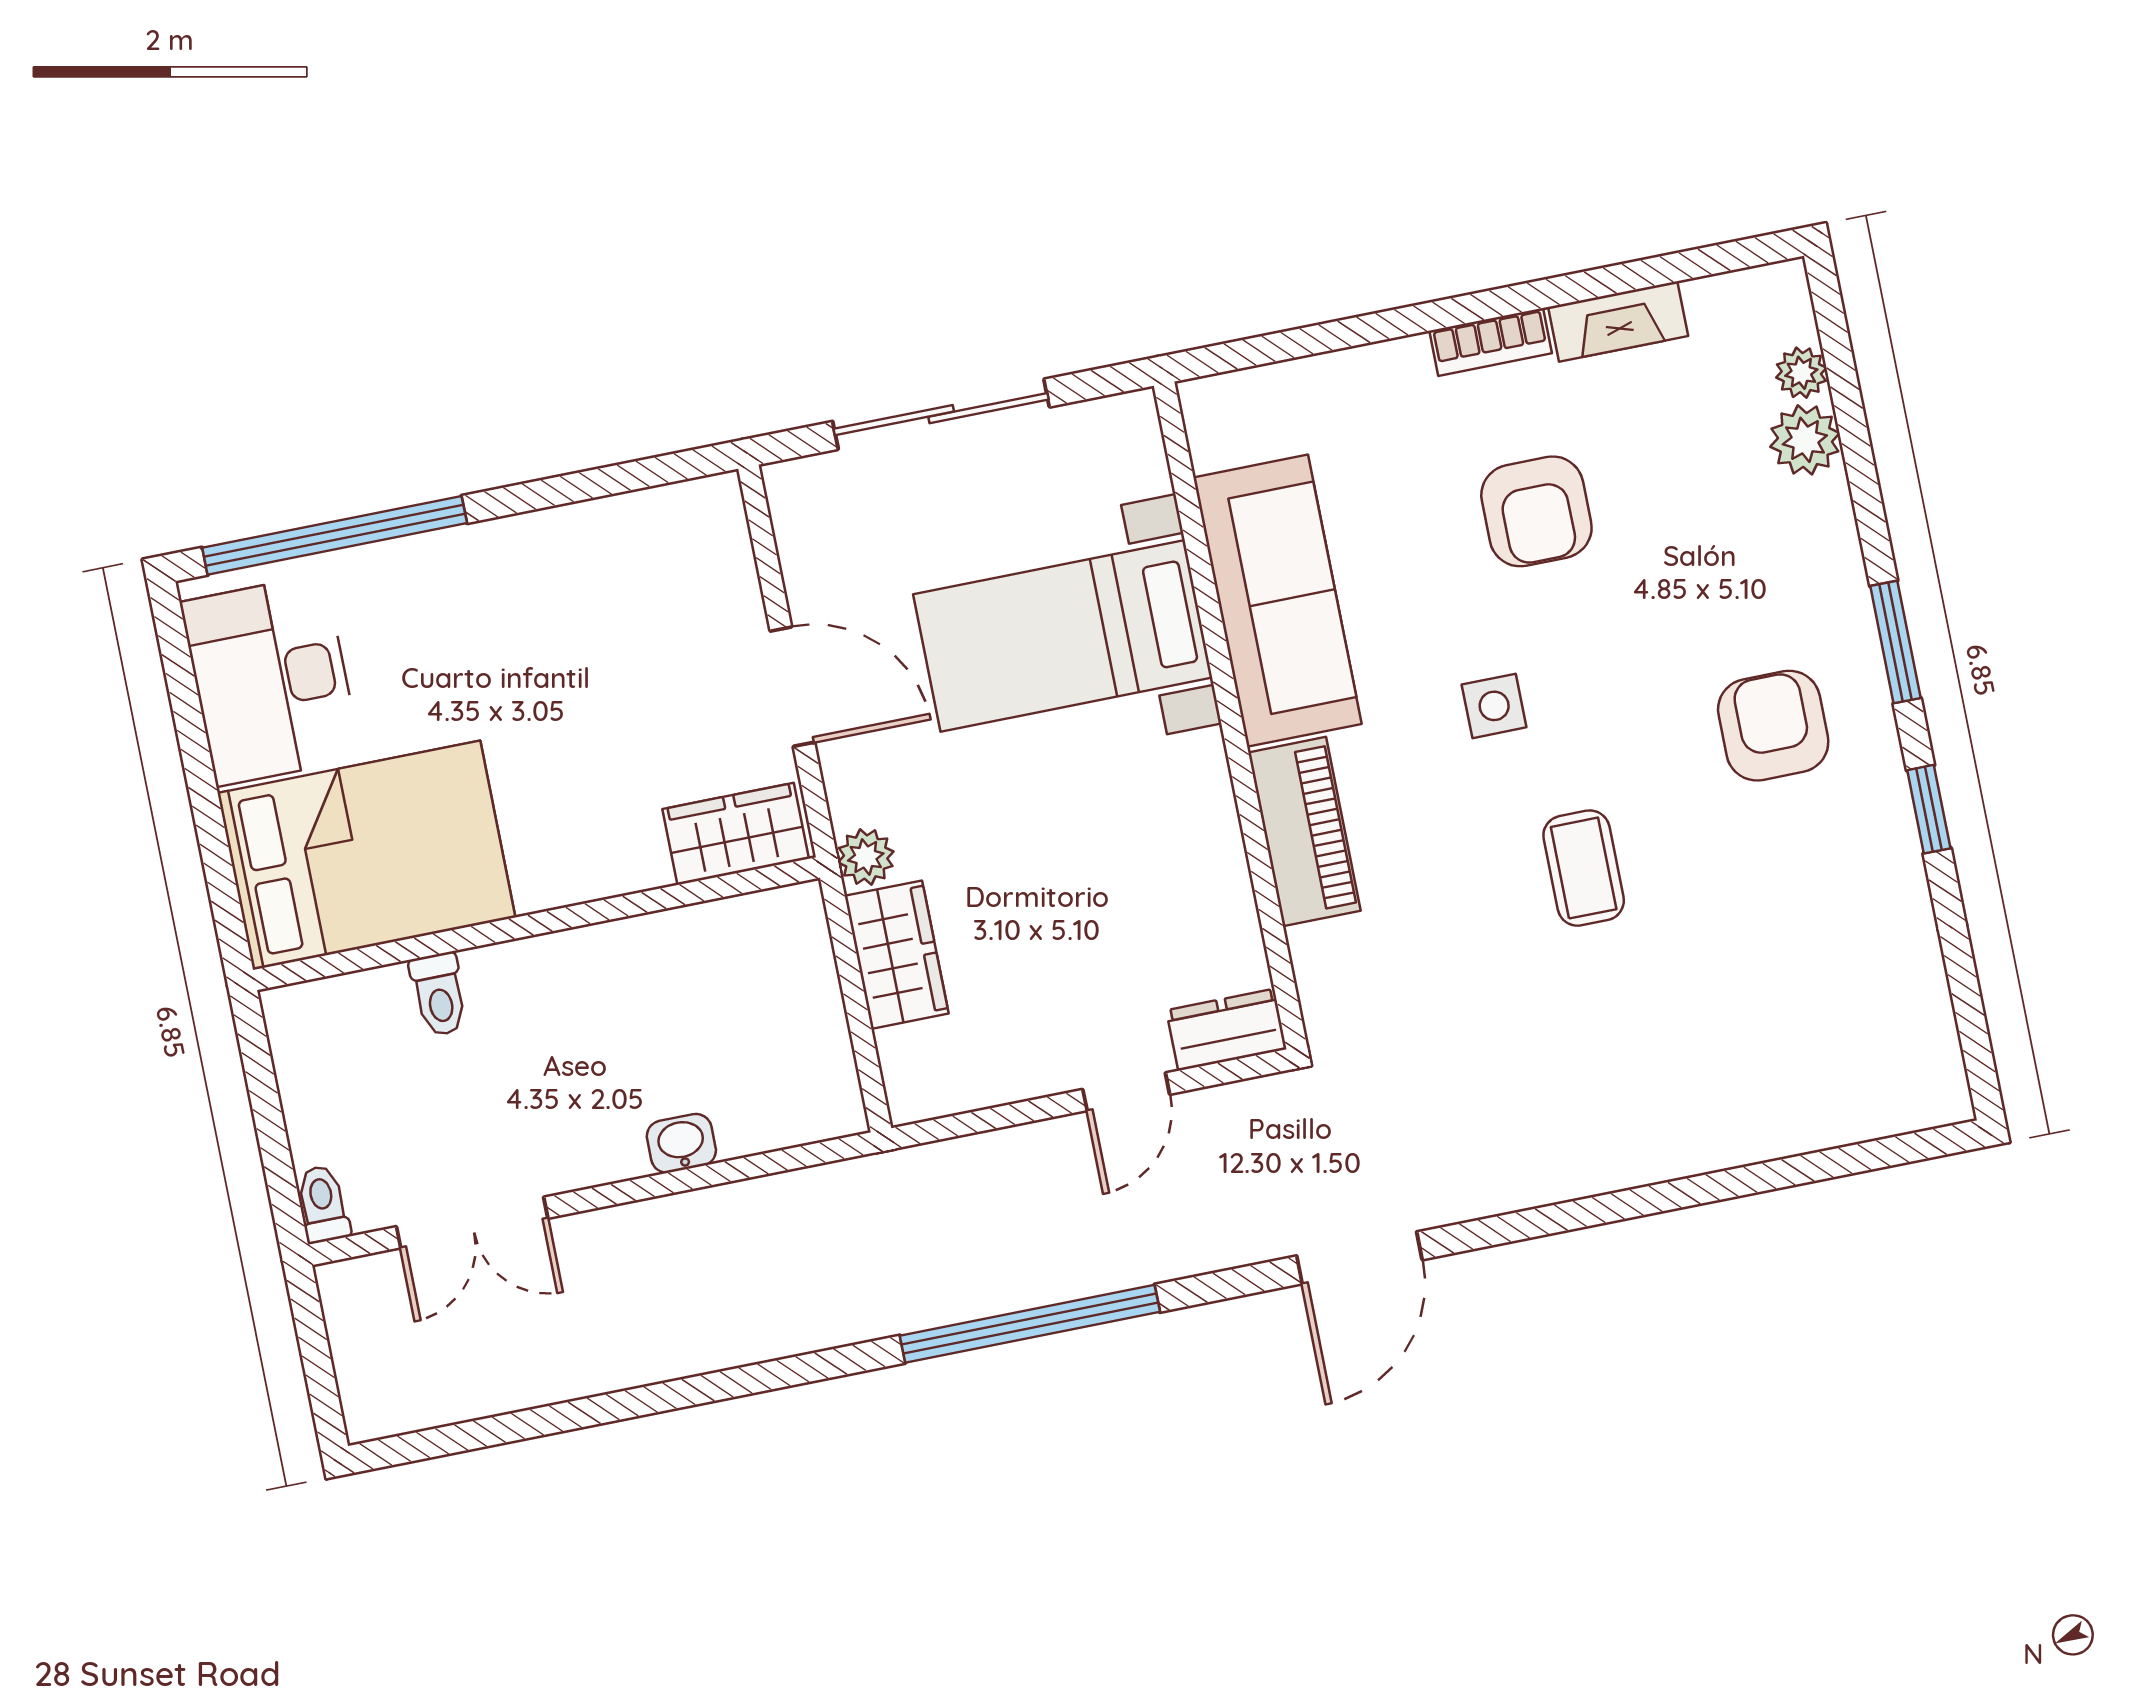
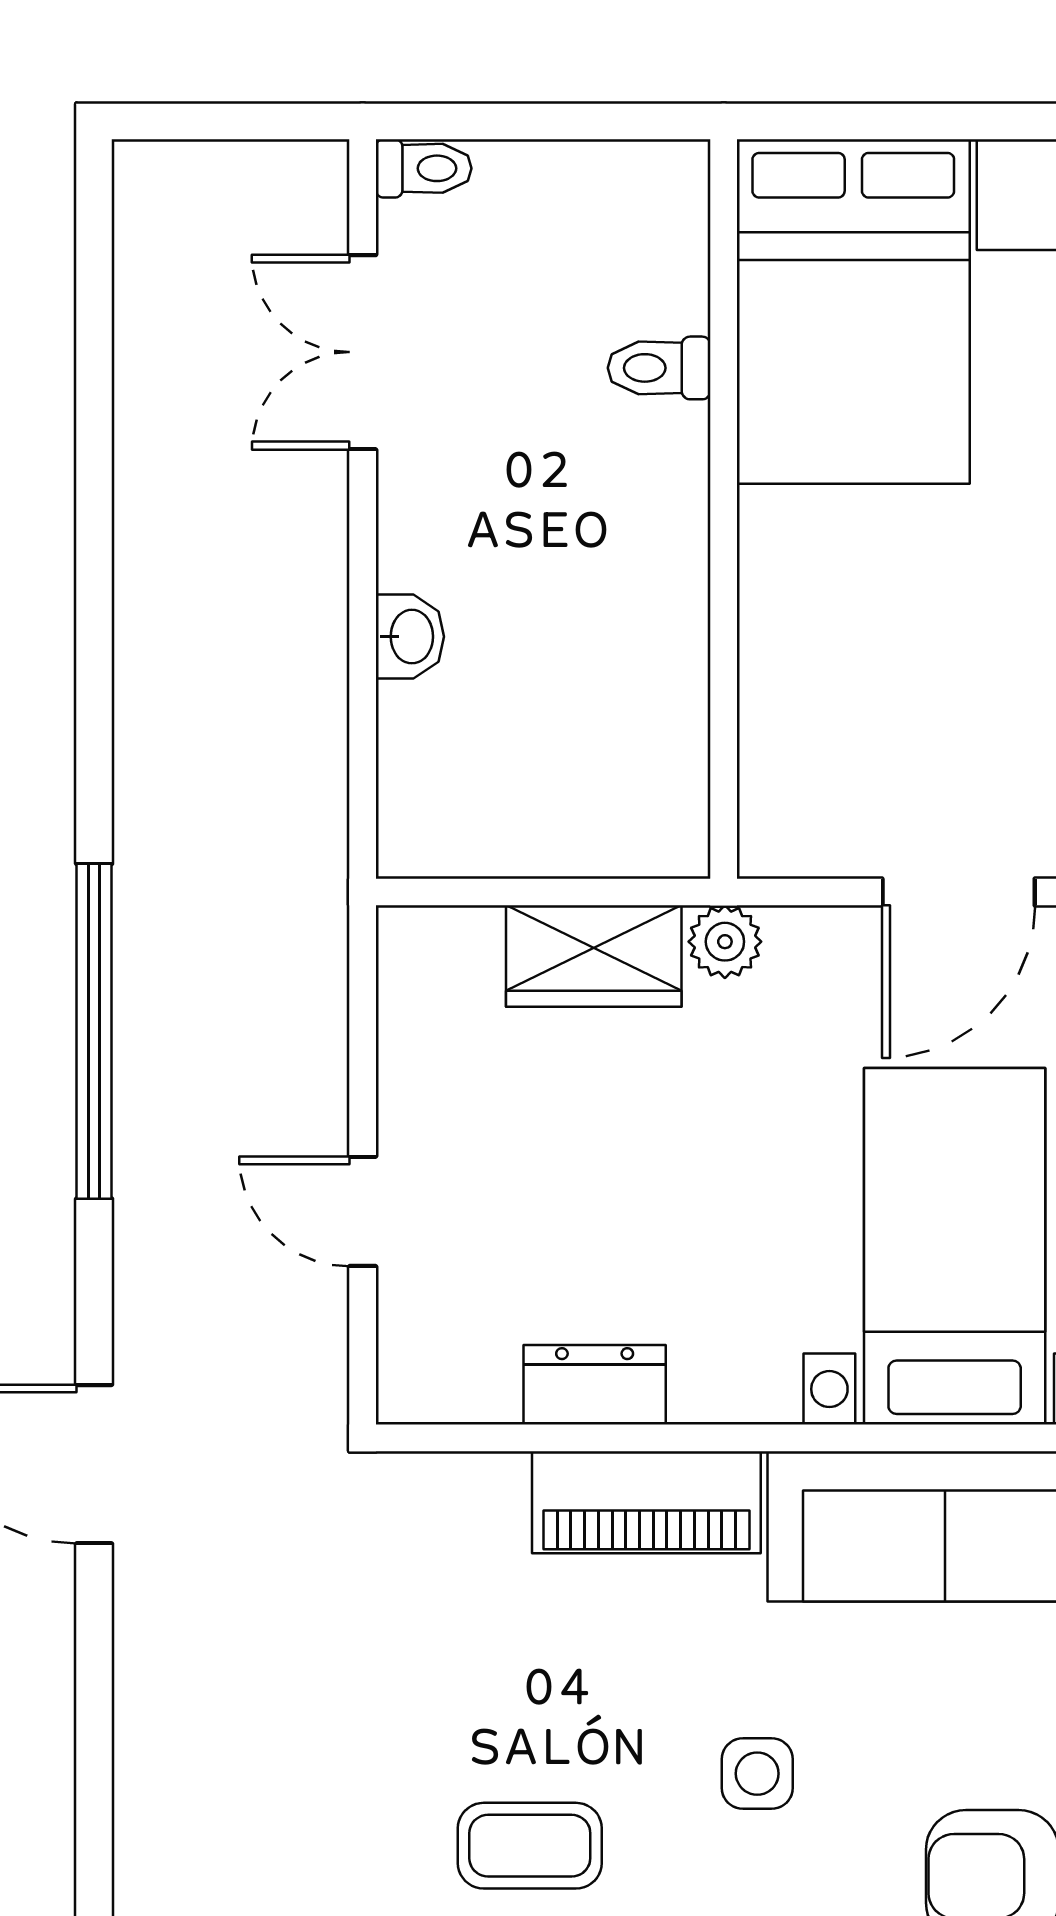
wardrobe: (736, 834) -> (787, 783), removed
dresser: (1226, 1030) -> (595, 1385), moved, turned -90

